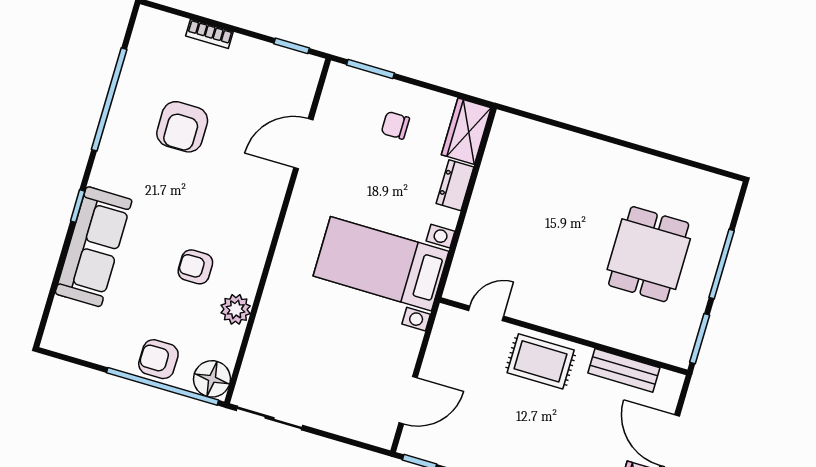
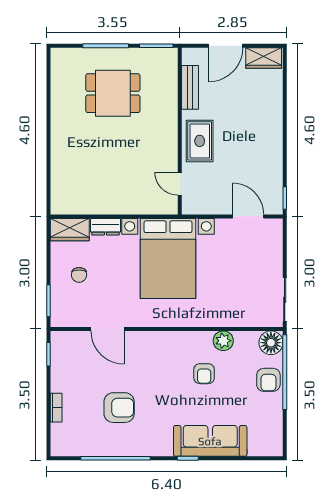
bed with nightstands: (381, 264) -> (168, 258), width x1.36

